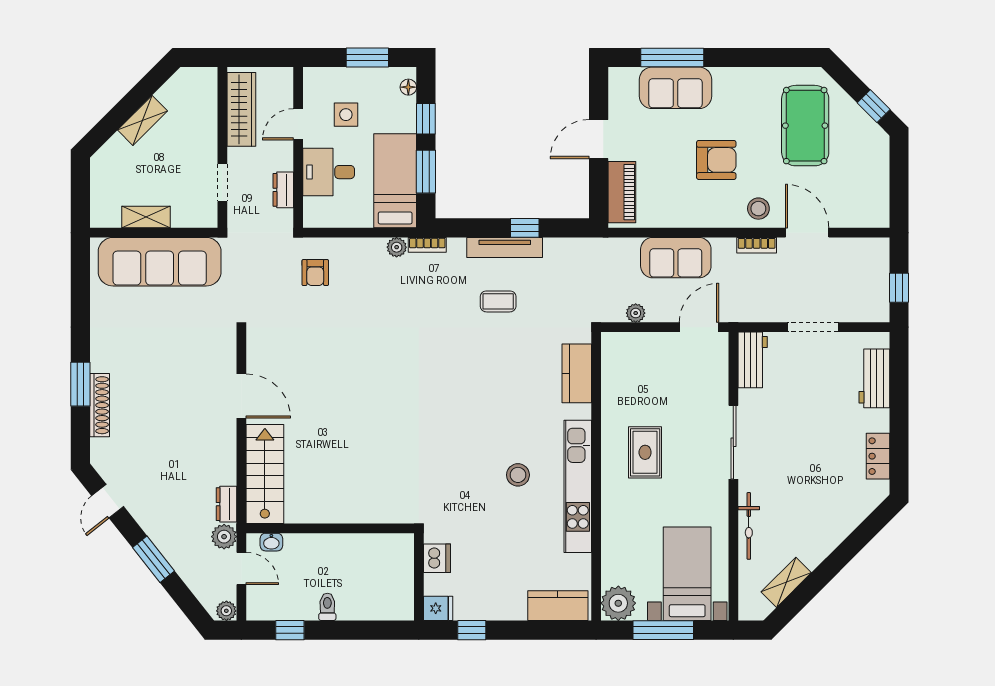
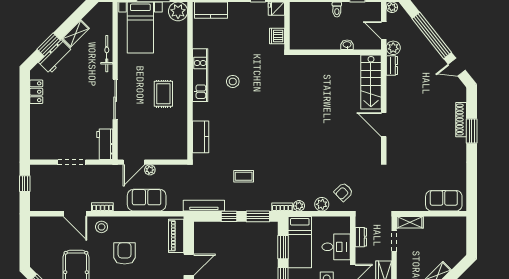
armchair: (716, 160) -> (125, 253), turned 90
shelving: (146, 217) -> (410, 222), moved
window: (472, 228) -> (258, 216), added
tv unit: (505, 248) -> (204, 206), moved
plant: (355, 250) -> (322, 204), added
sofa: (160, 262) -> (444, 201), width x0.54, depth x0.79
armchair: (315, 273) -> (343, 192), turned -134
plant: (636, 313) -> (150, 170), moved
workbench: (874, 378) -> (56, 57), moved, turned 45
kitchen unit: (578, 486) -> (200, 75), width x0.73
door: (108, 501) -> (457, 67), swing flipped
washbasin: (271, 542) -> (347, 45), moved
window: (855, 542) -> (49, 45), added
window: (153, 559) -> (432, 35), width x2.11
shelving: (786, 582) -> (76, 34), moved

